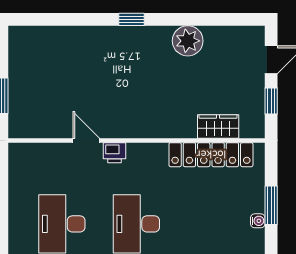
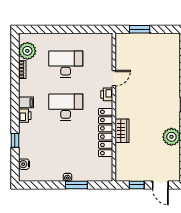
wardrobe: (218, 126) -> (122, 131), moved
locker: (211, 155) -> (106, 132), moved

